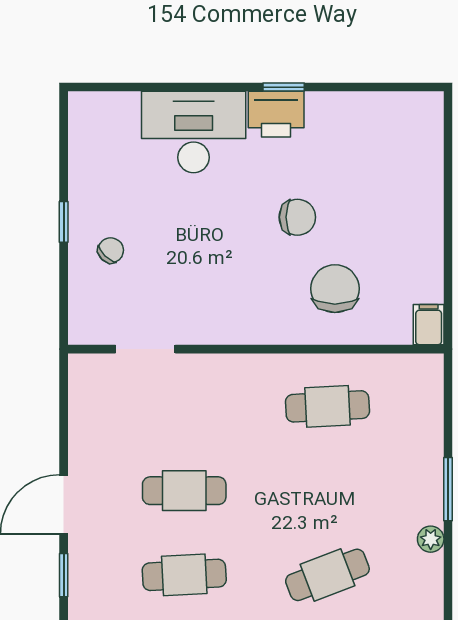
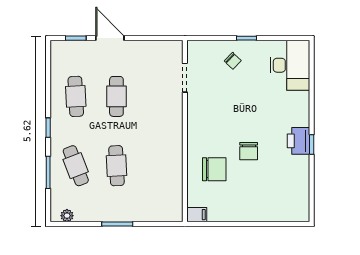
desk: (194, 132) -> (290, 65), moved
cafe table: (327, 406) -> (116, 166), moved
plant: (431, 539) -> (67, 216), moved

